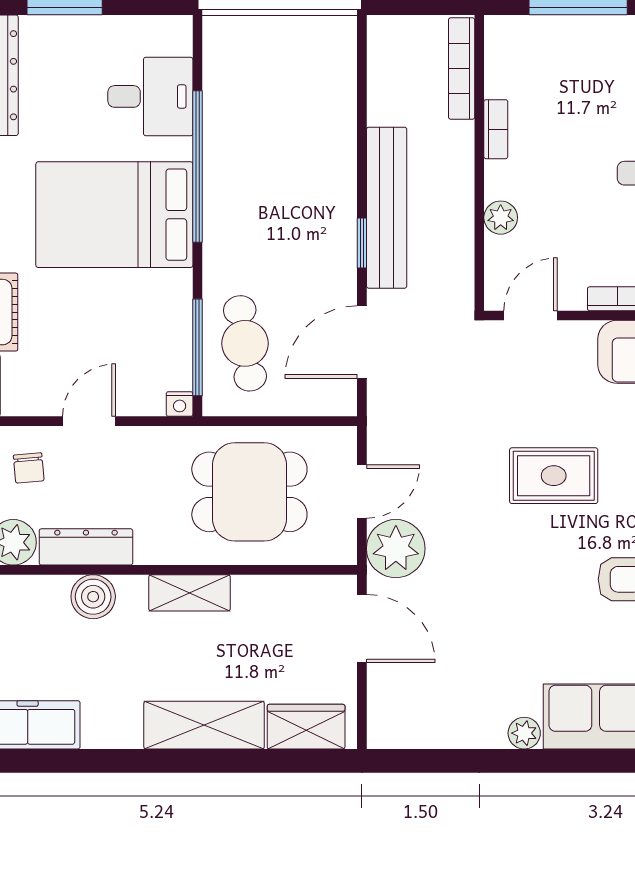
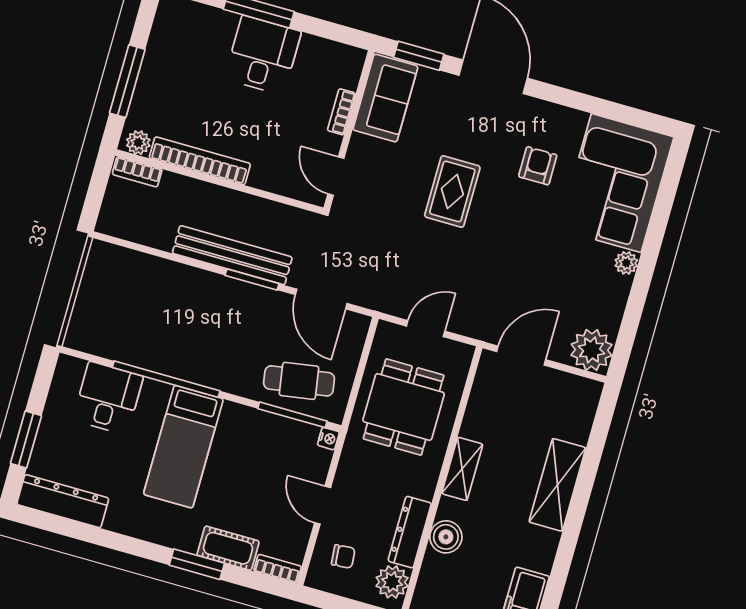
bookcase: (462, 69) -> (137, 172), width x0.64
bookcase: (496, 129) -> (200, 161), width x2.31, depth x1.31
bed: (114, 215) -> (183, 447), width x0.67
plant: (501, 218) -> (138, 143), moved
window: (362, 243) -> (252, 279), width x1.50
door: (362, 492) -> (426, 329), hinge flipped
plant: (396, 549) -> (592, 350), moved
wardrobe: (306, 727) -> (579, 414), removed

